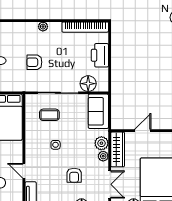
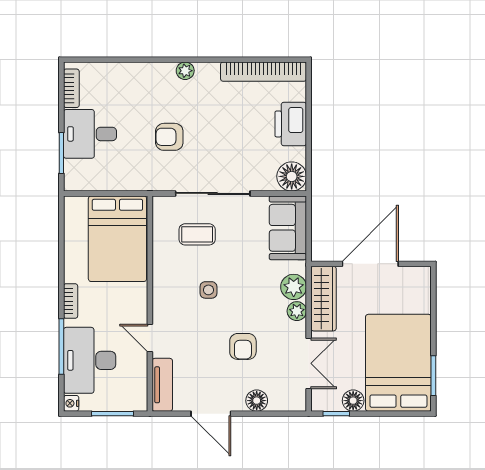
floor lamp: (88, 84) -> (292, 176), moved
door: (143, 131) -> (370, 264), width x1.88

